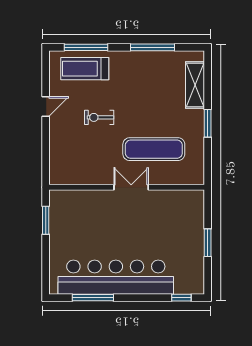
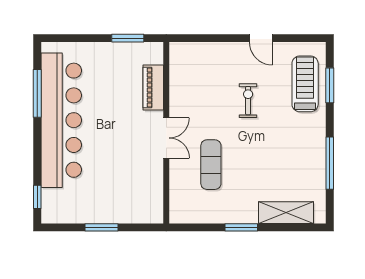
window: (86, 47) -> (330, 85), width x0.69
exercise mat: (154, 149) -> (211, 165), width x0.73, depth x0.69
piano: (88, 198) -> (153, 87), added

